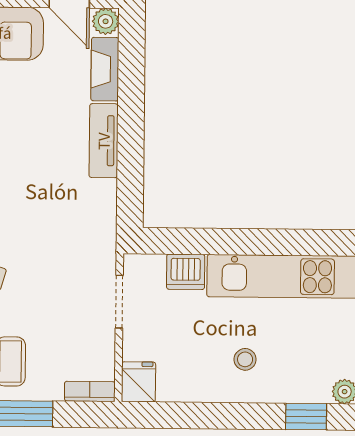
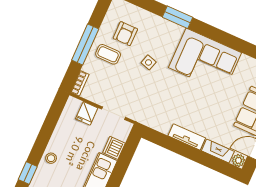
stool: (245, 359) -> (51, 158), moved
fridge: (138, 382) -> (87, 113), moved, turned 90

